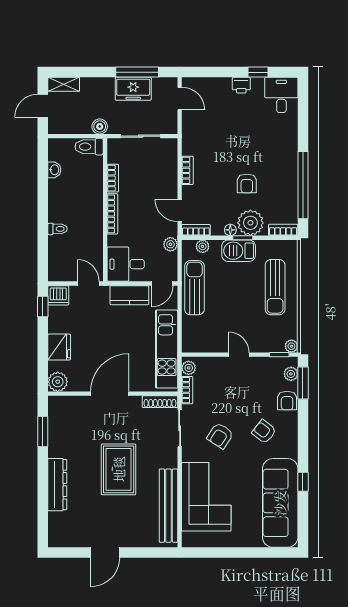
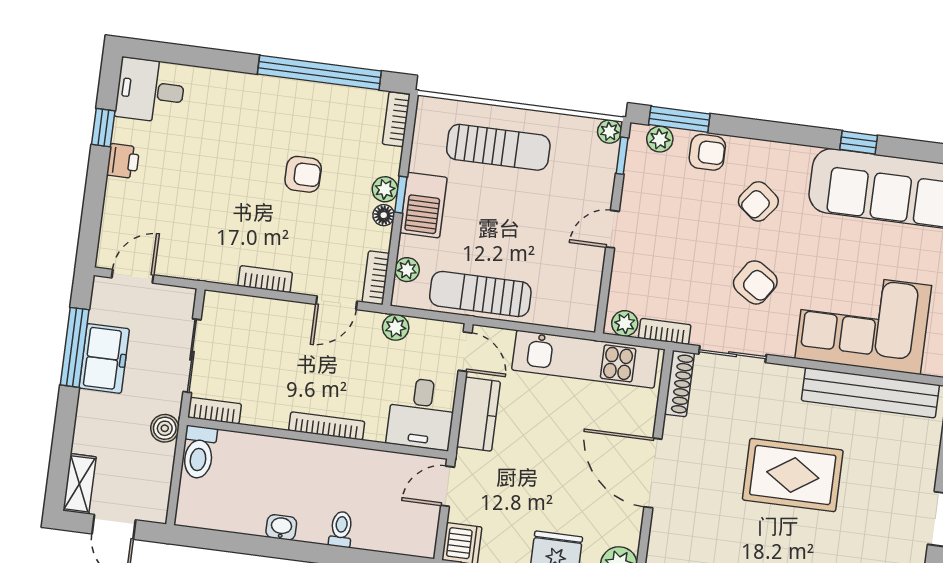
washbasin: (54, 170) -> (281, 527), moved
bookcase: (113, 178) -> (215, 411), moved
plant: (250, 223) -> (385, 189), width x0.53, depth x0.53

